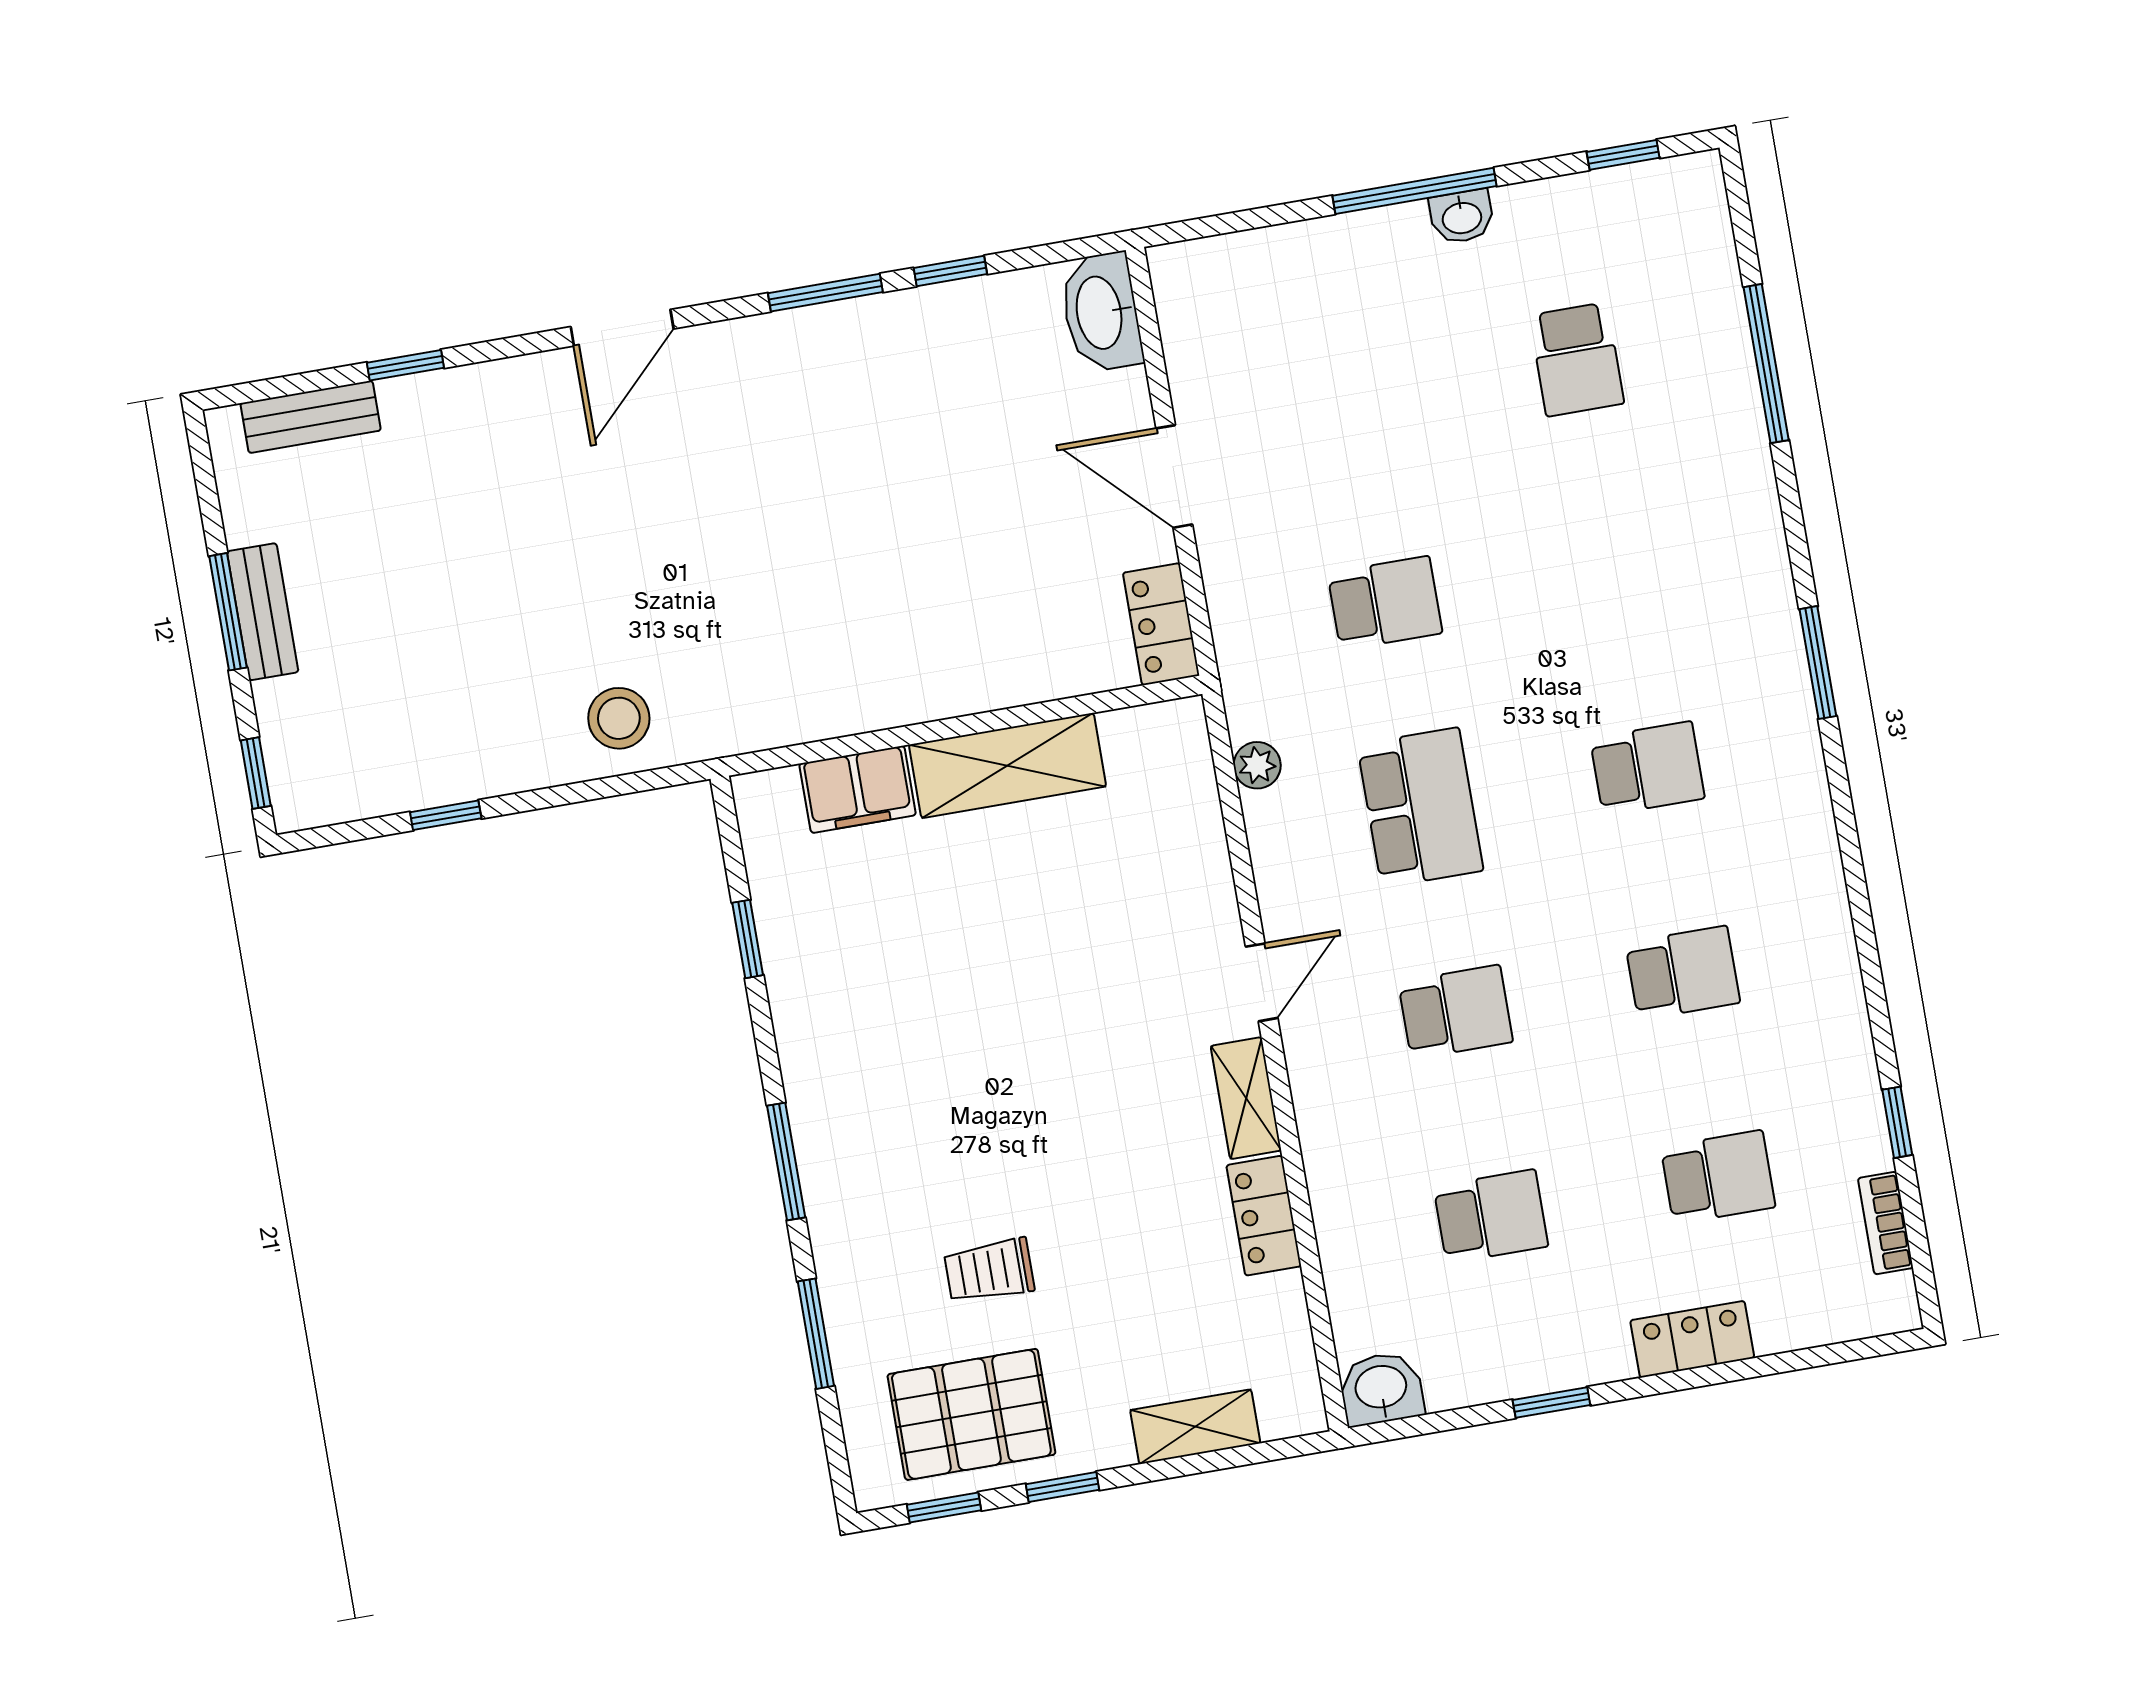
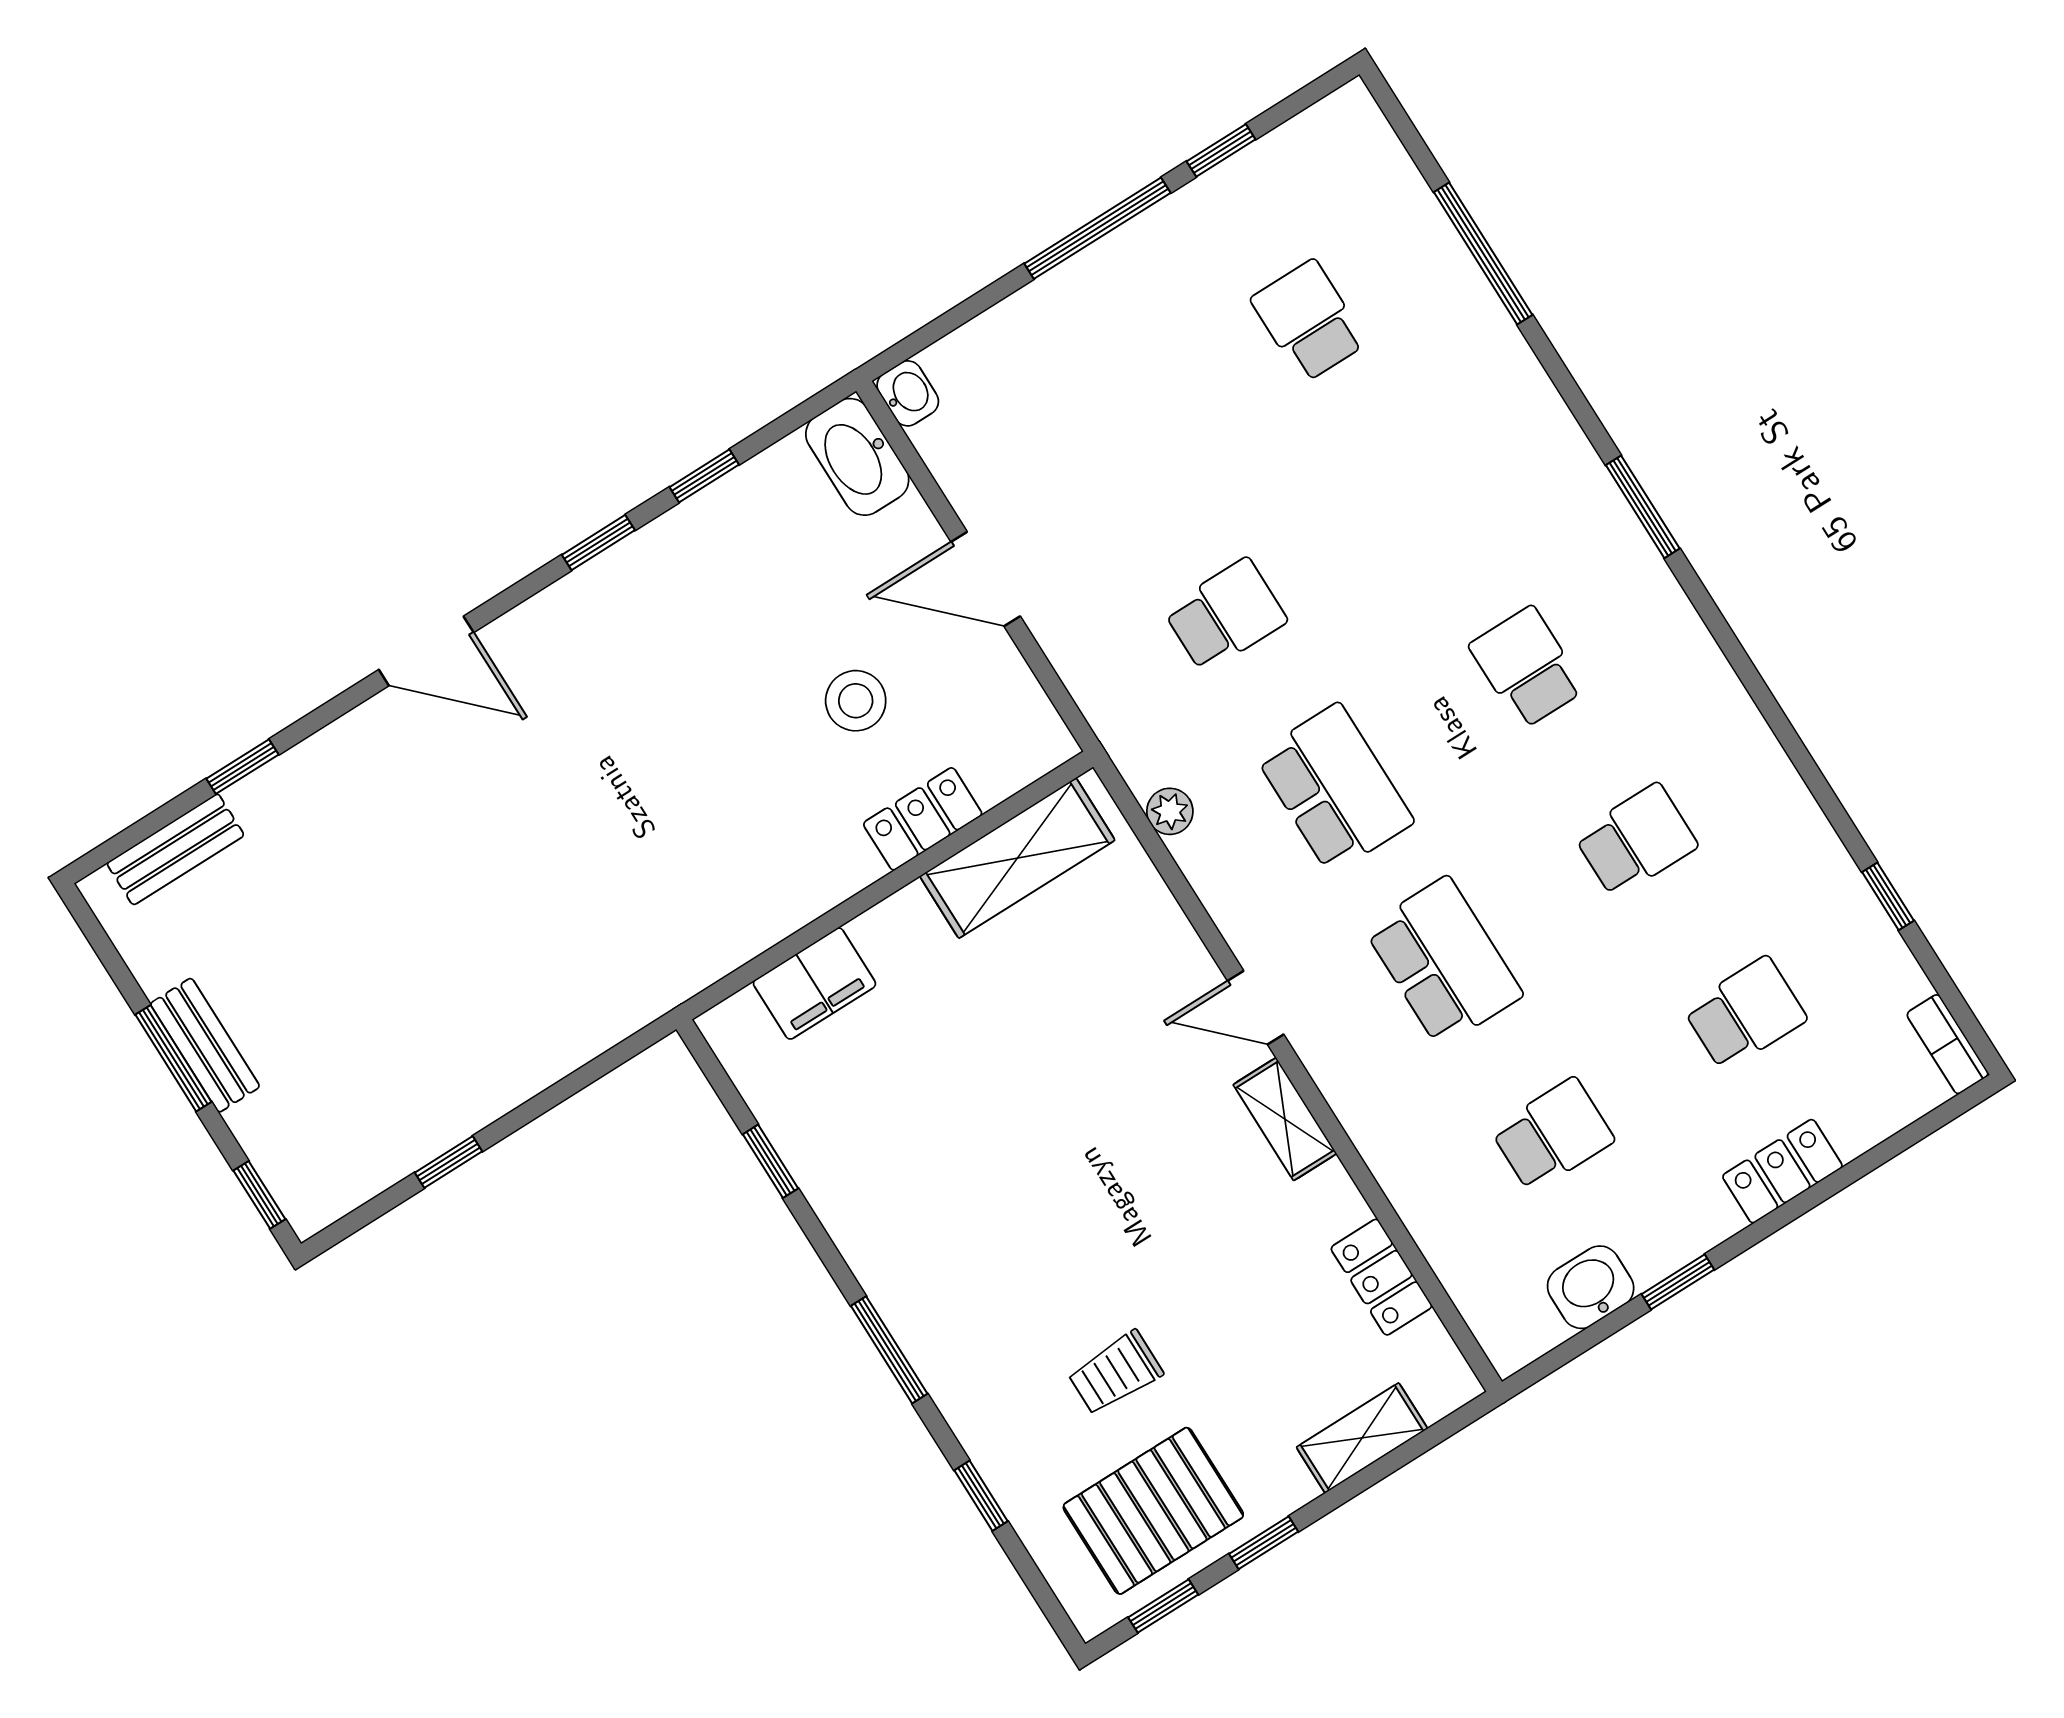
window: (1623, 155) -> (1221, 150), moved
washbasin: (1462, 217) -> (908, 393), moved, turned -90
window: (825, 293) -> (598, 543), width x0.67
door: (622, 328) -> (426, 651), hinge flipped
school desk: (1577, 359) -> (1309, 321), turned 180
locker: (1161, 624) -> (923, 819), moved, turned 90
stool: (619, 718) -> (856, 701), moved
shelving: (1007, 766) -> (1017, 858), moved
school desk: (1647, 768) -> (1527, 667), turned -90
door: (1262, 982) -> (1256, 1008), swing flipped
school desk: (1456, 1012) -> (1444, 962), width x1.85
locker: (1264, 1216) -> (1381, 1277), moved
bookcase: (1885, 1223) -> (1948, 1044), moved
window: (816, 1334) -> (981, 1496), width x0.67
washbasin: (1381, 1389) -> (1591, 1287), moved

